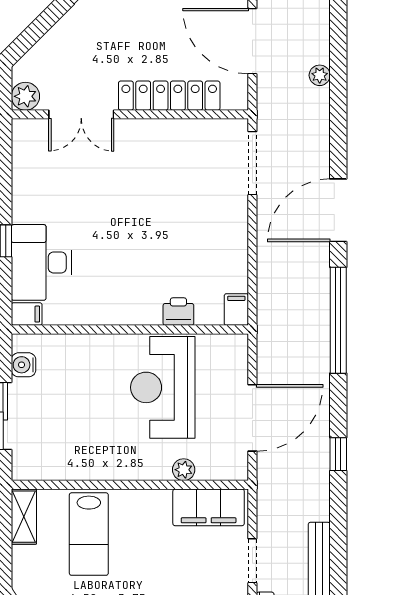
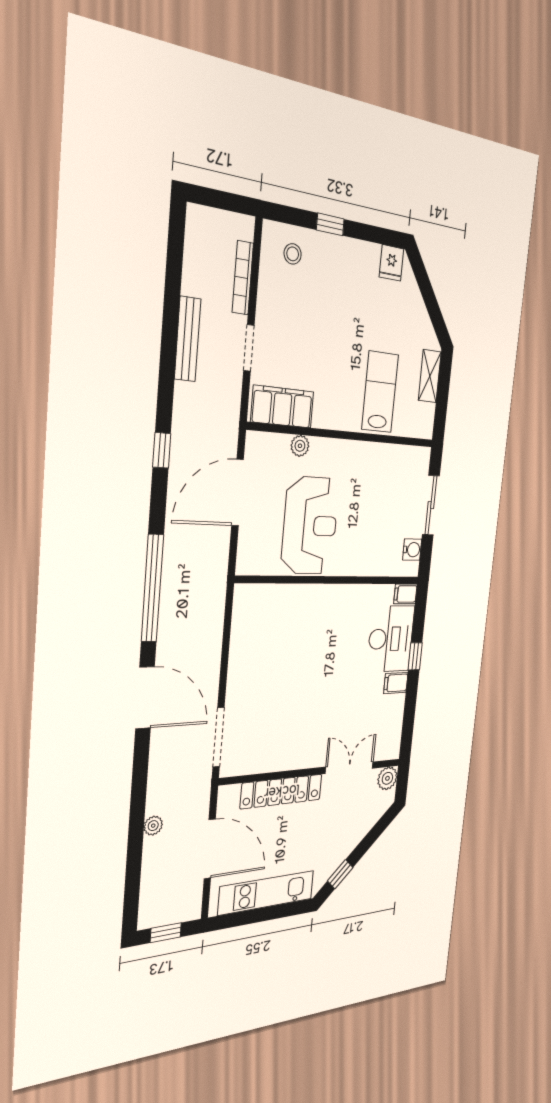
door: (338, 210) -> (145, 698), hinge flipped
filing cabinet: (236, 310) -> (396, 683), moved, turned 90
printer: (178, 312) -> (291, 596), removed
shelving: (24, 517) -> (430, 376), moved

